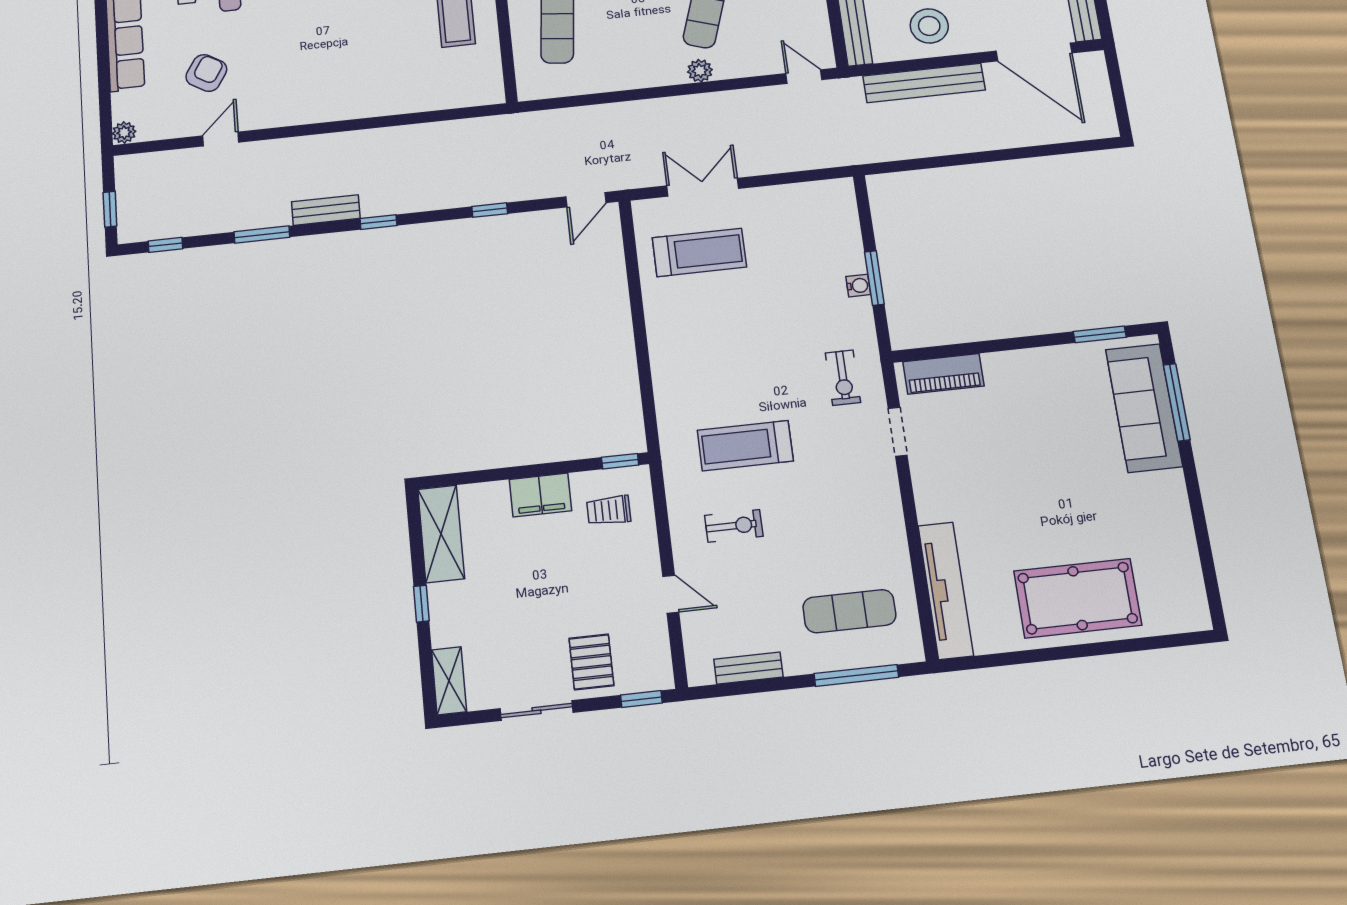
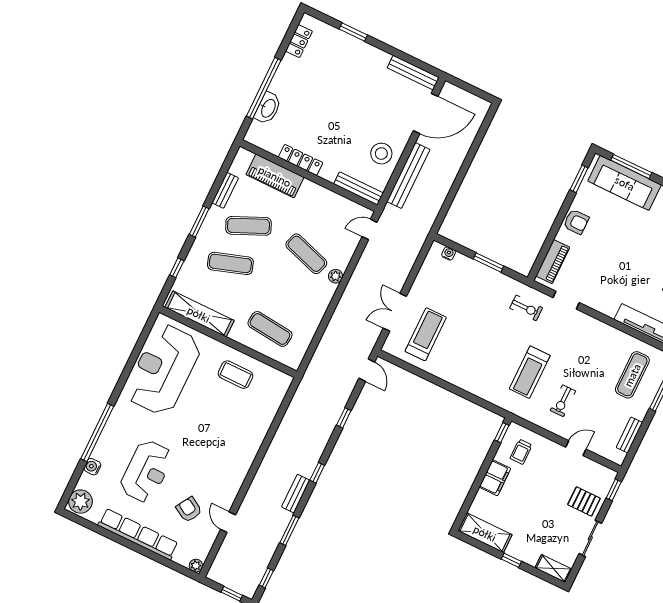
water cooler: (858, 286) -> (449, 253), moved
armchair: (1030, 371) -> (576, 222), added
exercise bike: (734, 526) -> (563, 401), turned 180

